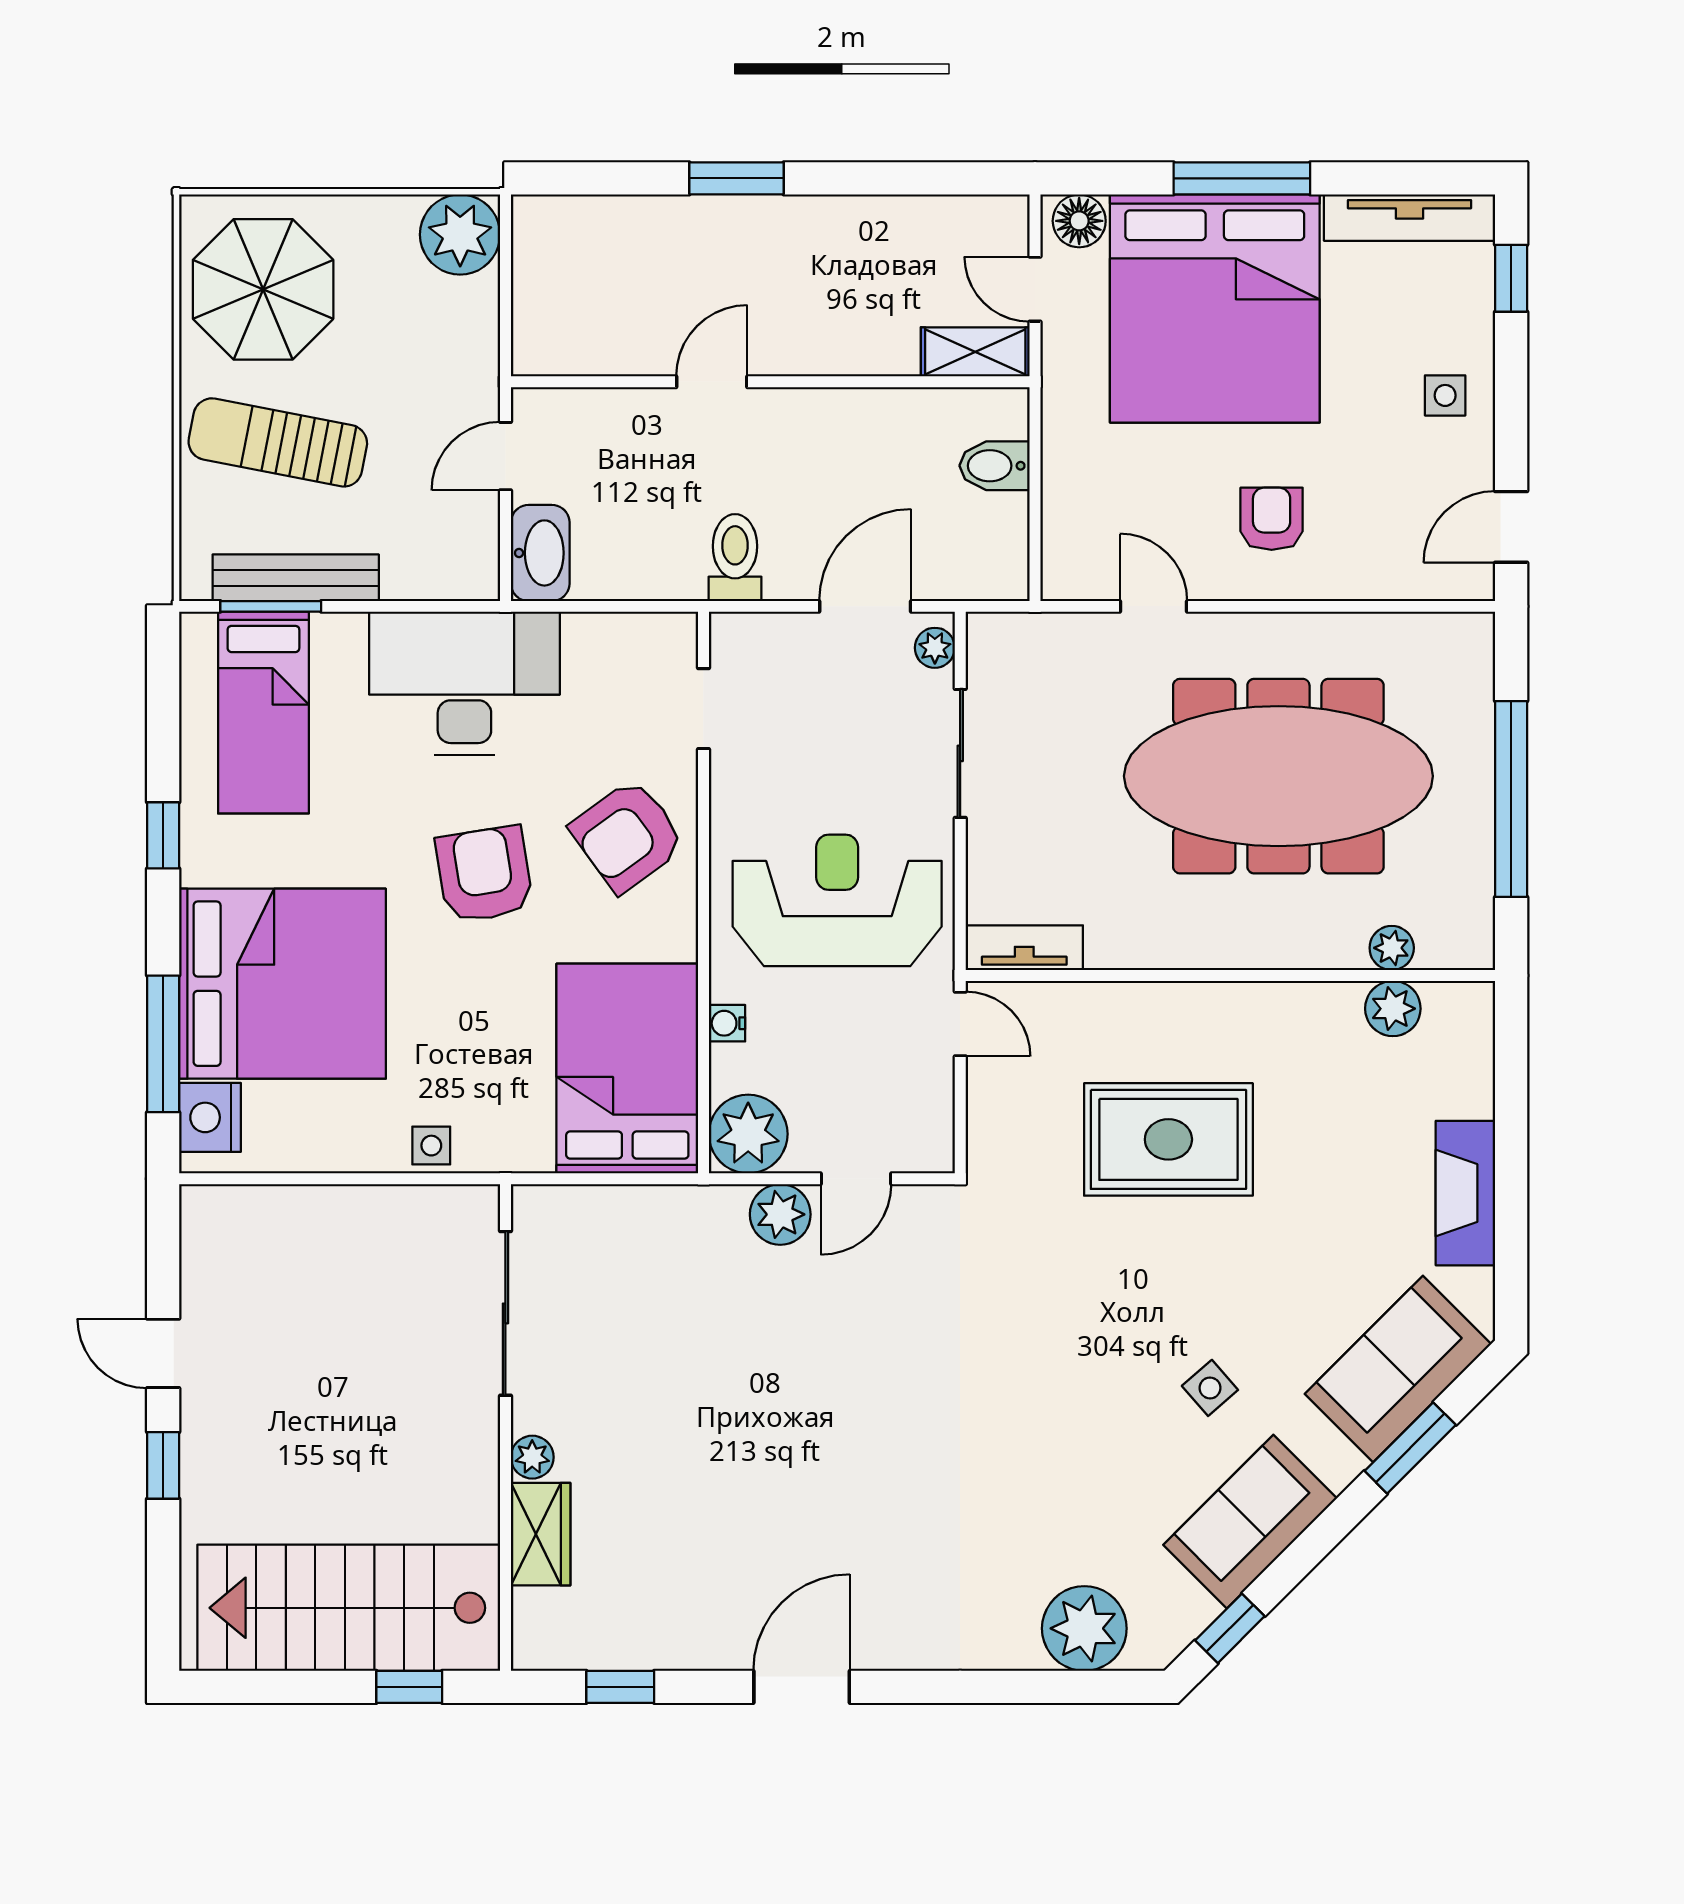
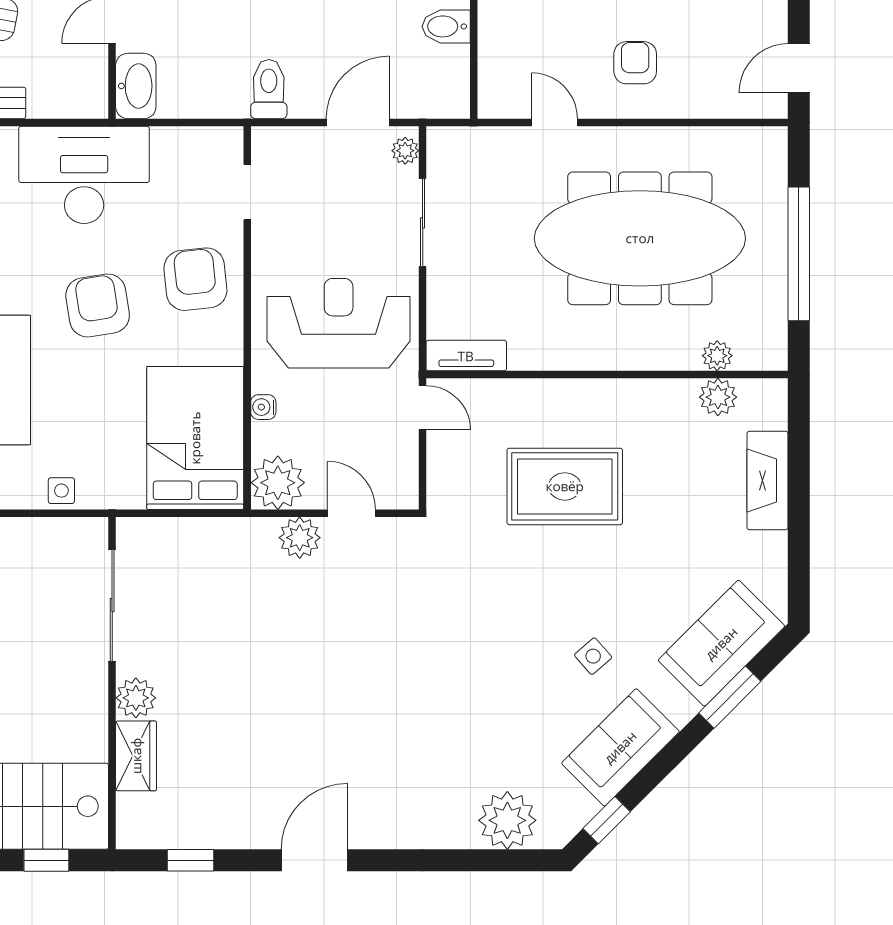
armchair: (628, 836) -> (195, 279), turned 120
door: (856, 1179) -> (351, 513), swing flipped
fireplace: (1465, 1193) -> (768, 480), moved
plant: (532, 1457) -> (136, 698), width x1.38, depth x1.38

